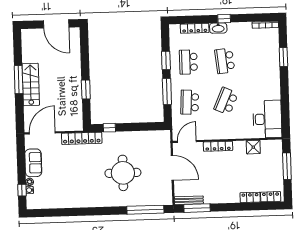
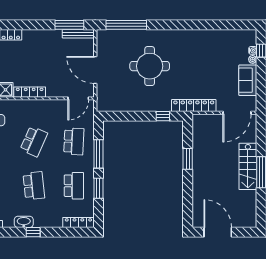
locker: (195, 28) -> (78, 222), moved
washbasin: (218, 28) -> (24, 222), moved
locker: (218, 146) -> (30, 92), moved

